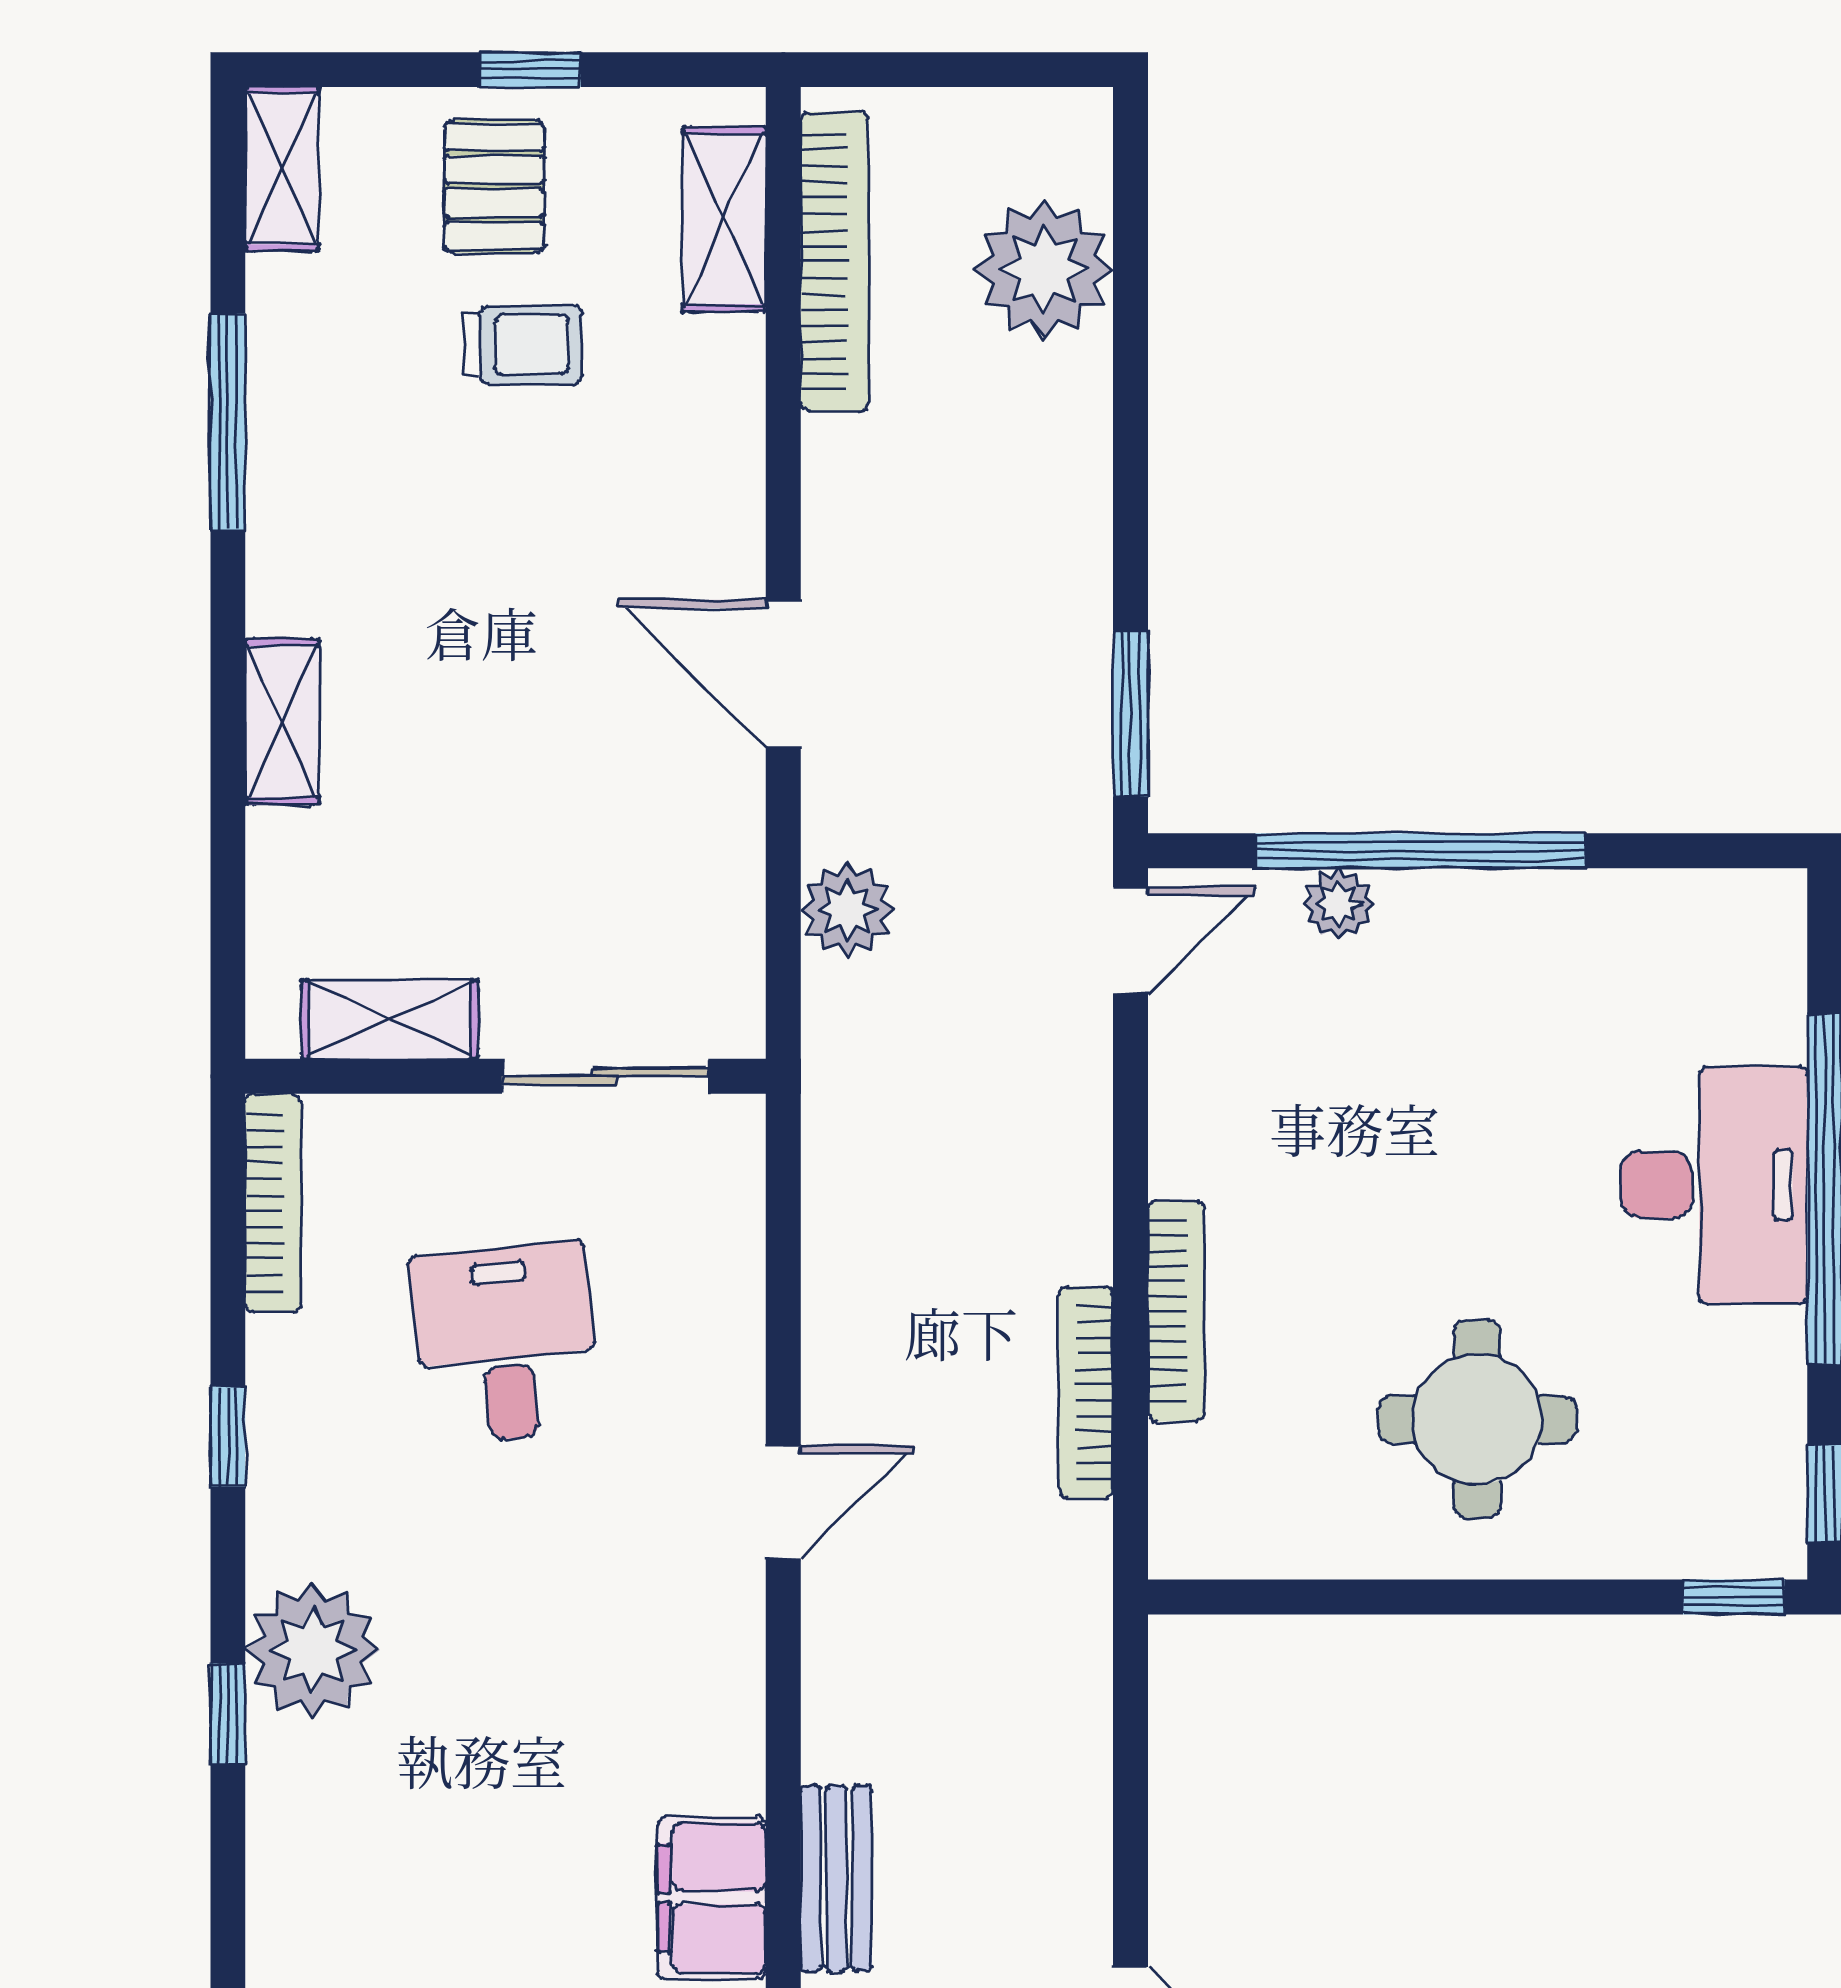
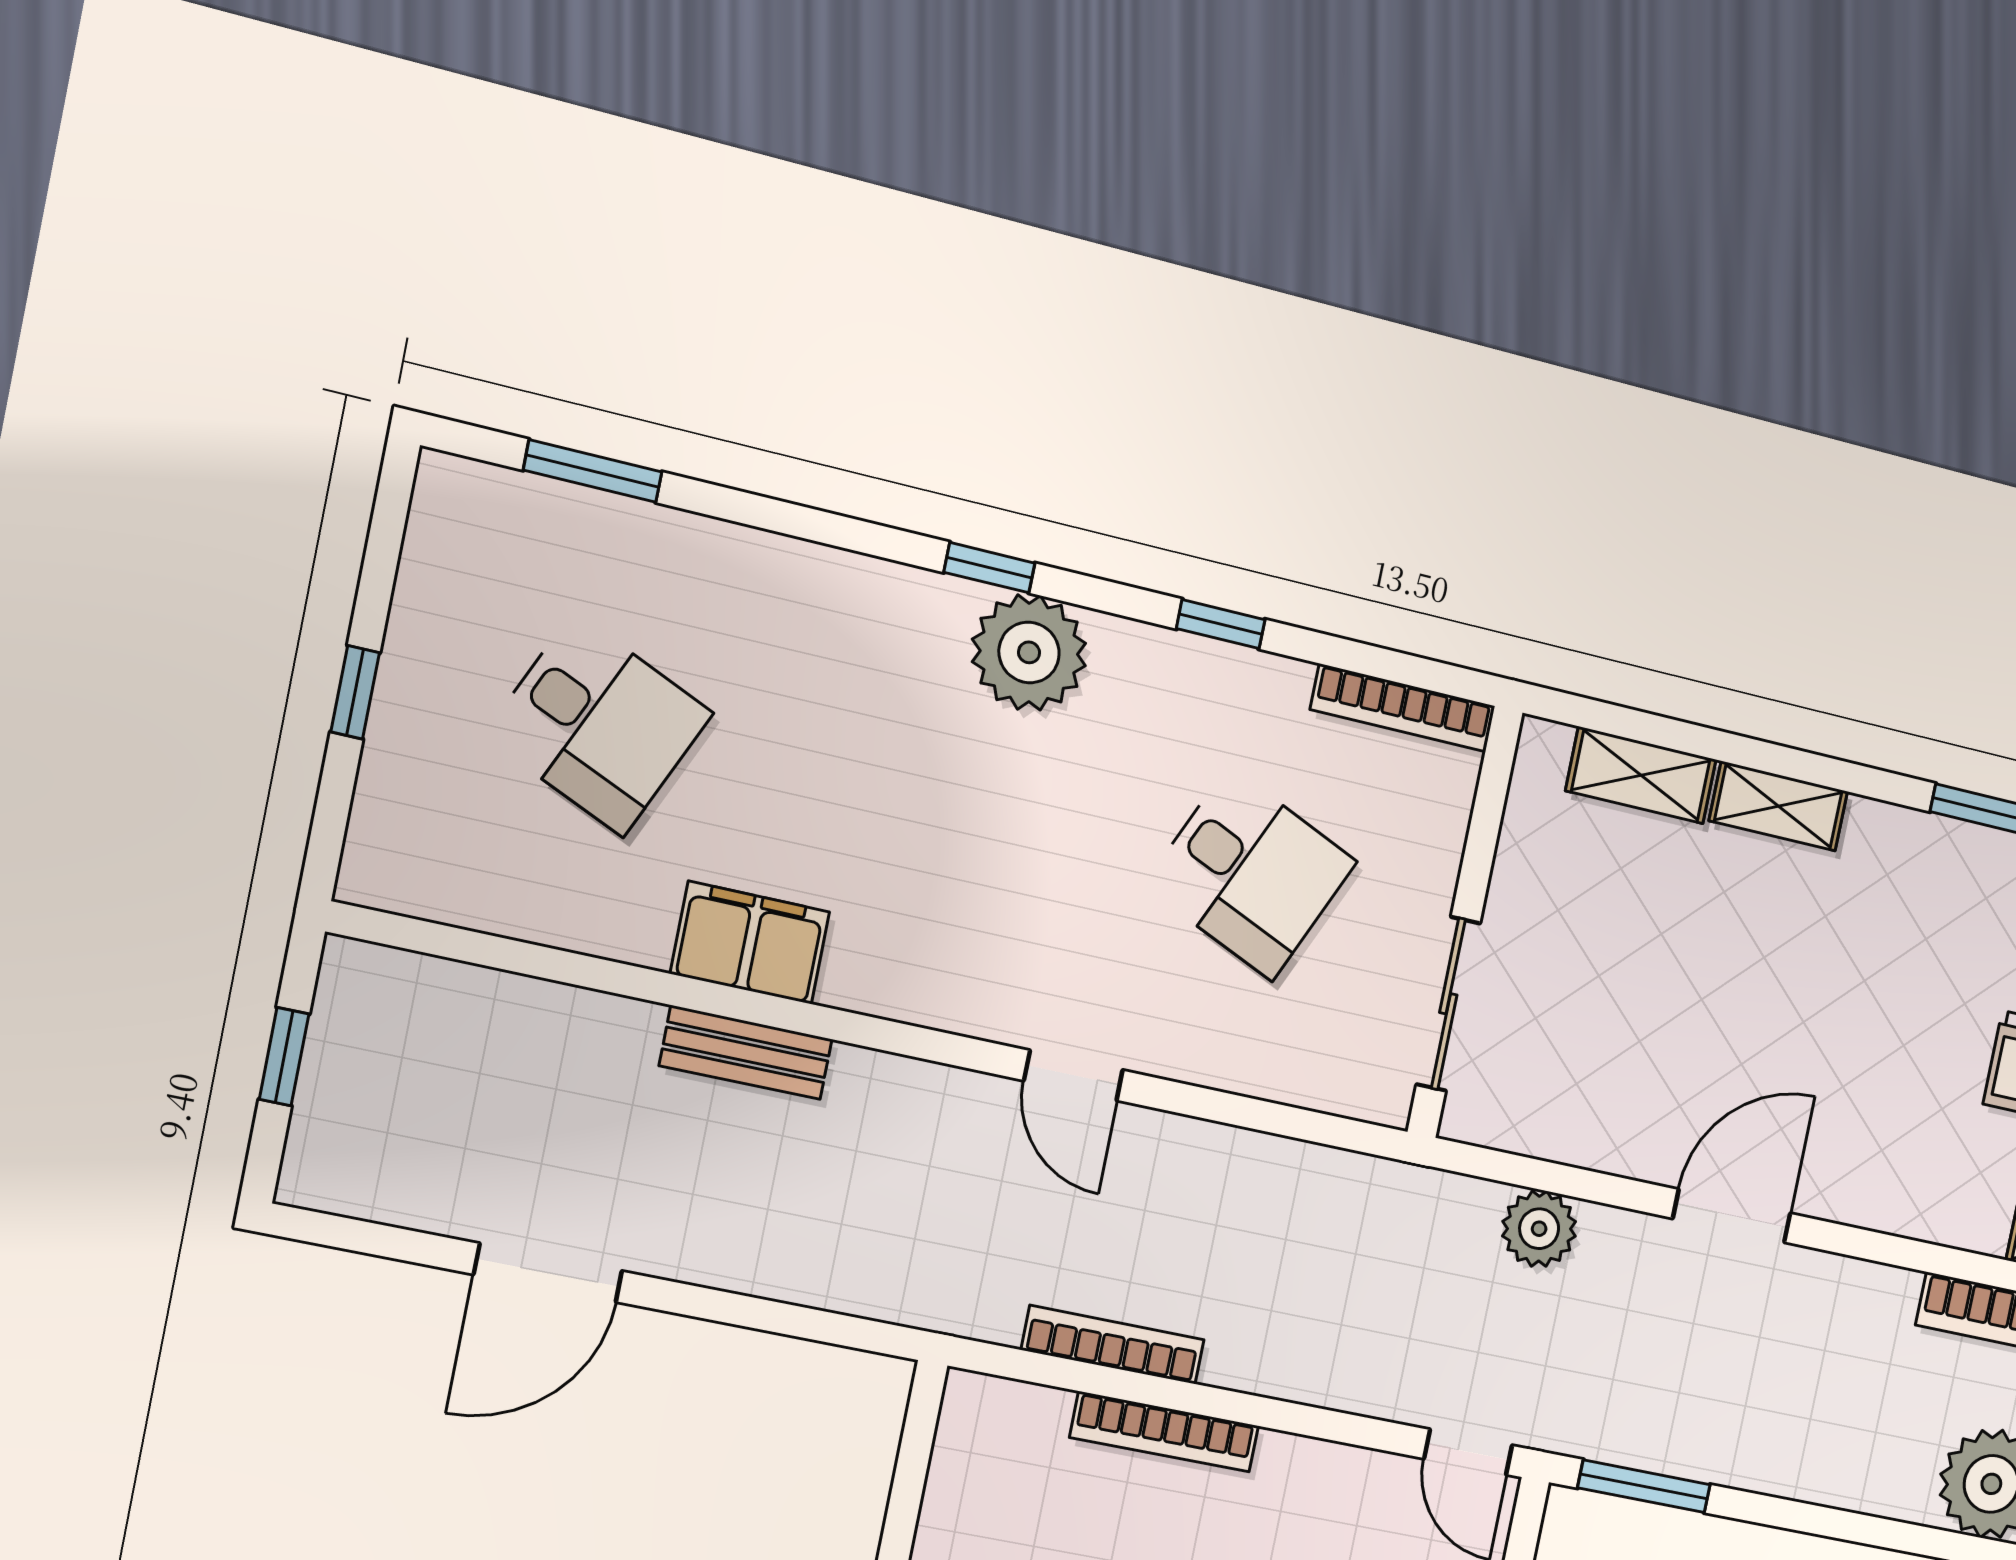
shelving: (390, 1019) -> (1641, 775), moved, turned 90
desk: (506, 1343) -> (1251, 873), turned 30

